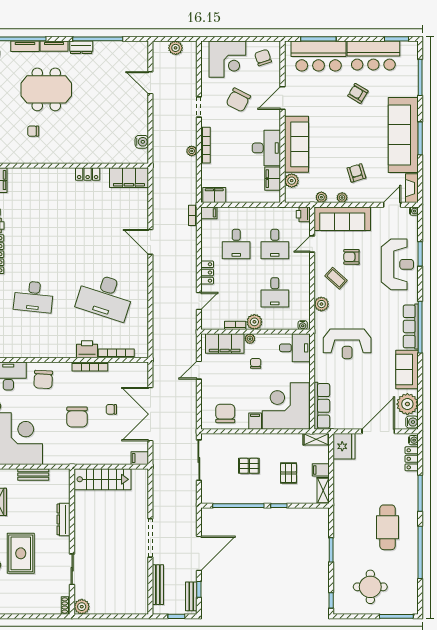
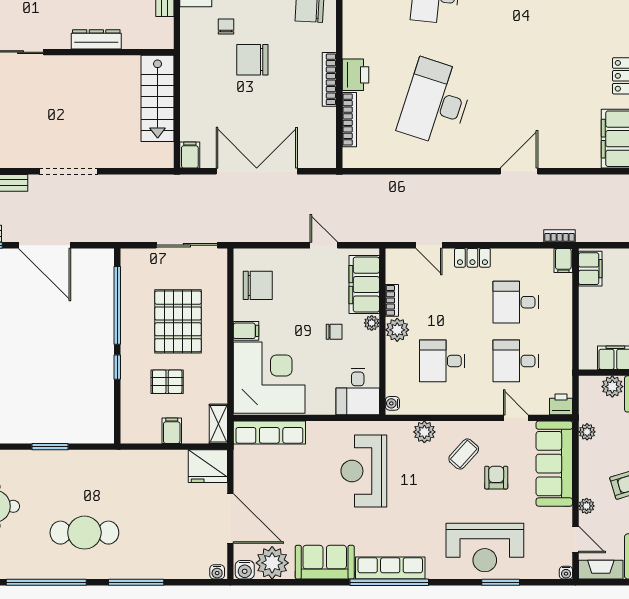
plant: (342, 198) -> (587, 506), moved
chair: (111, 409) -> (226, 26), moved
locker: (412, 459) -> (189, 569), removed
pallet: (249, 466) -> (178, 321), width x2.05, depth x2.00
shelving: (323, 490) -> (140, 435), removed

